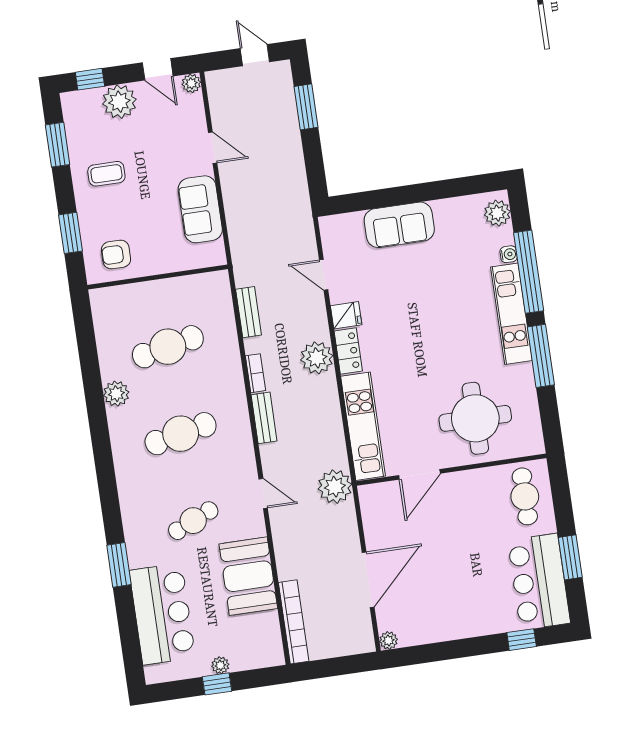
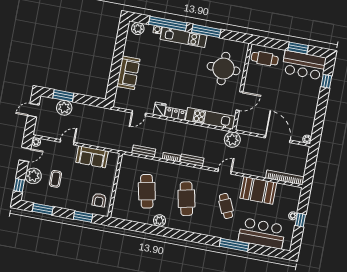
coffee table: (106, 174) -> (55, 179), moved
plant: (317, 358) -> (64, 108), moved
door: (419, 474) -> (240, 101), hinge flipped
window: (119, 565) -> (234, 245), width x1.44

